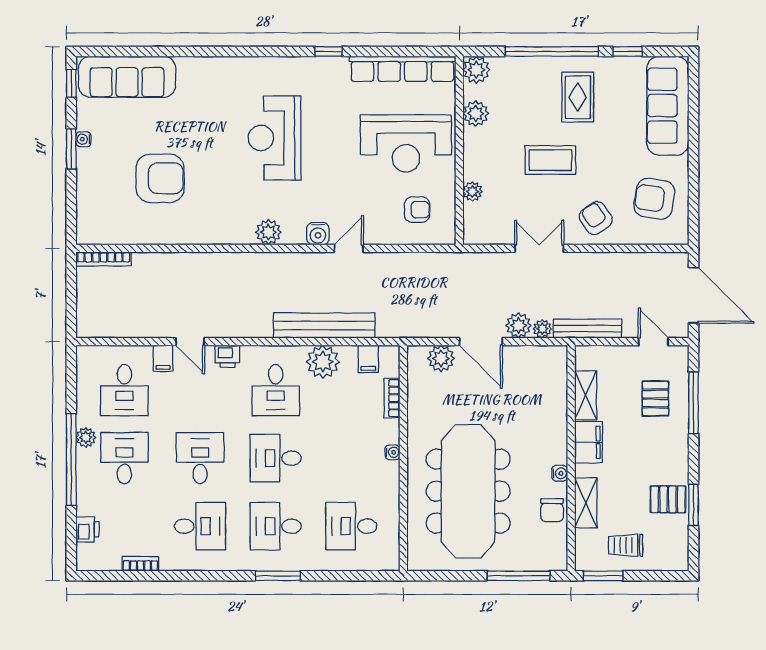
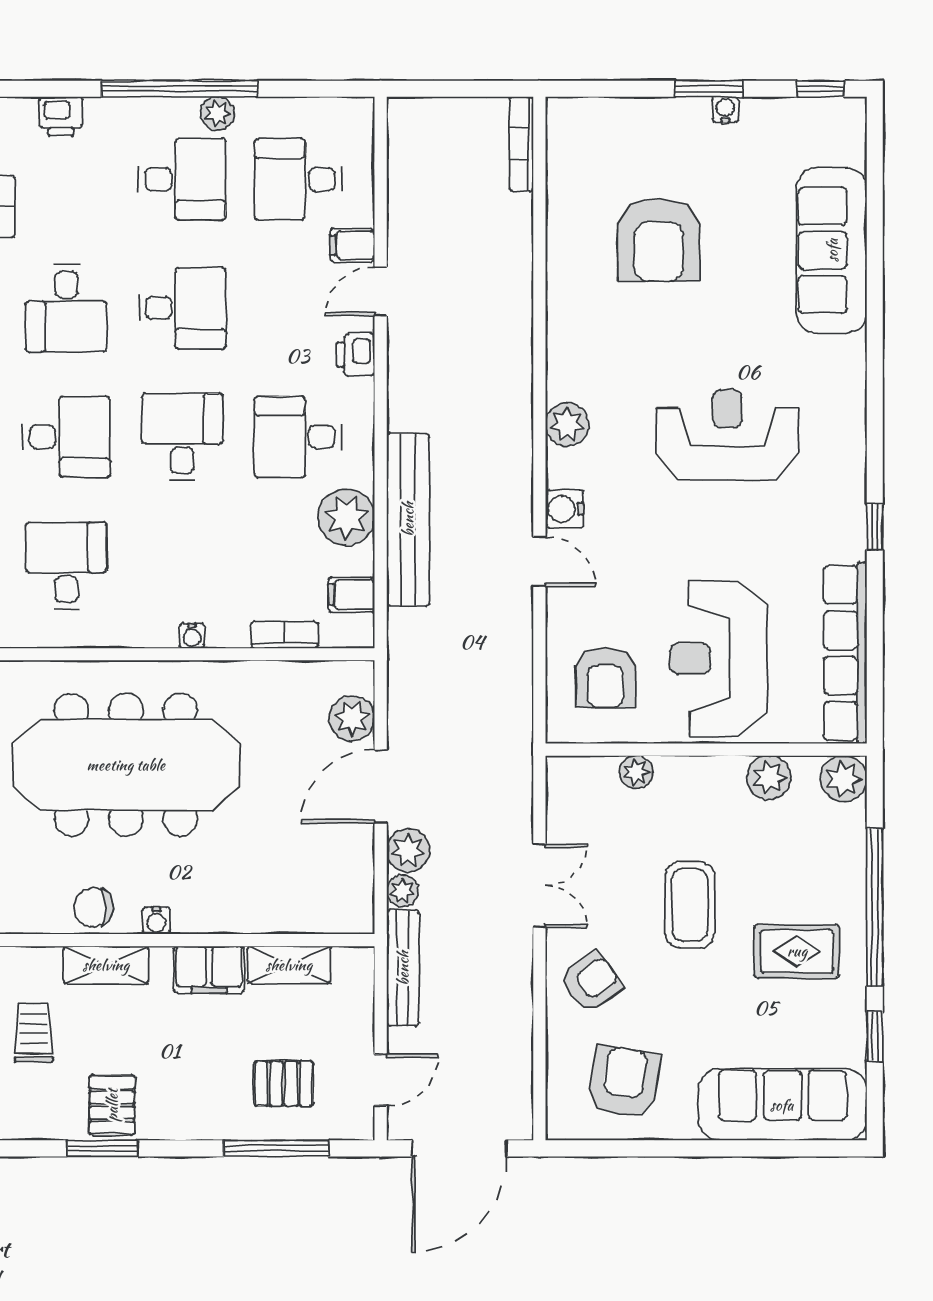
sofa: (127, 77) -> (832, 250), moved
armchair: (417, 210) -> (605, 678), width x1.38, depth x1.38
desk: (276, 526) -> (66, 437), turned 90

